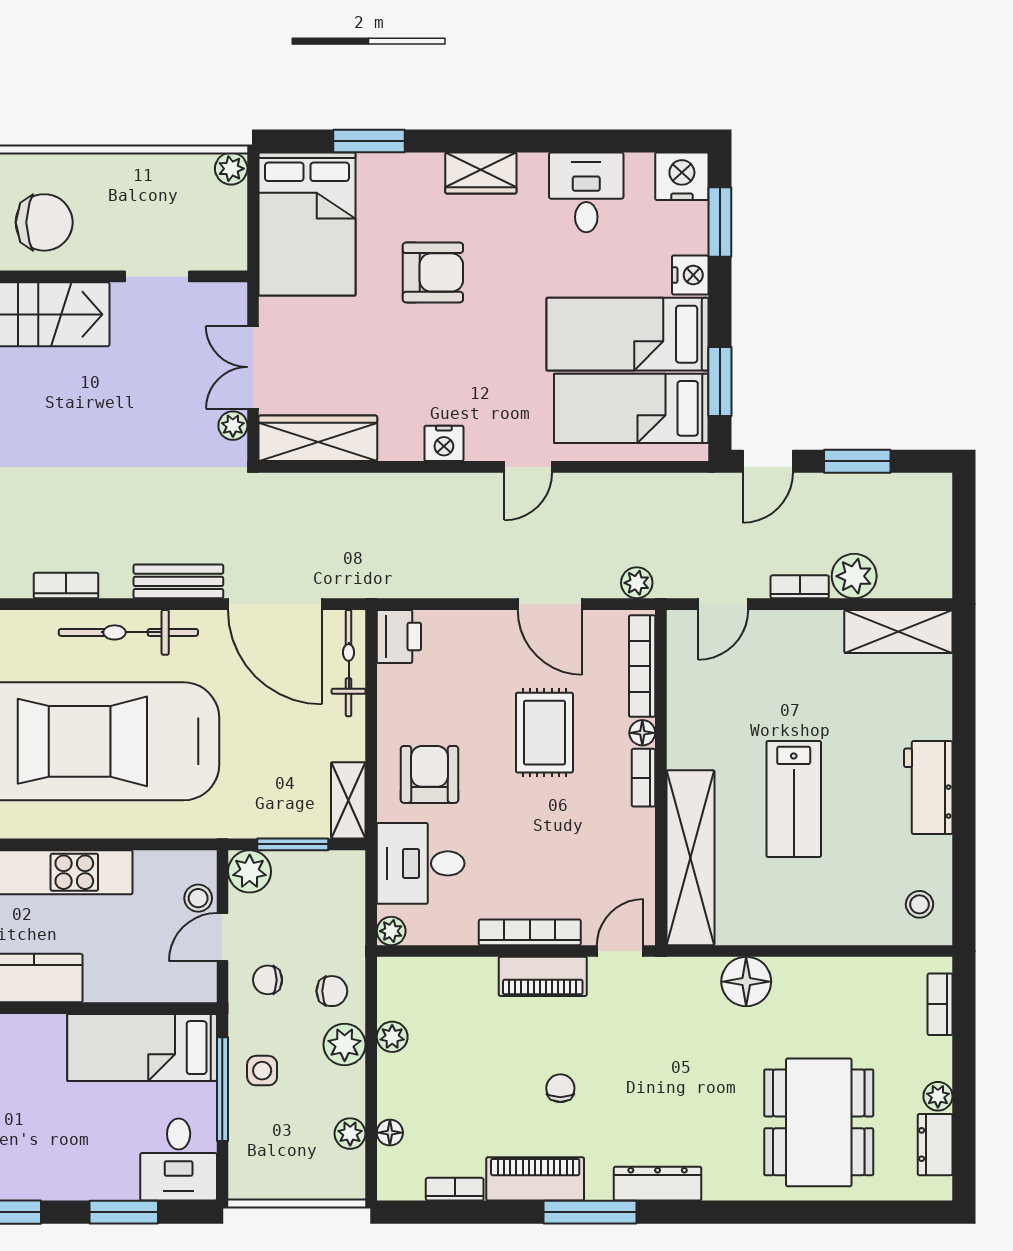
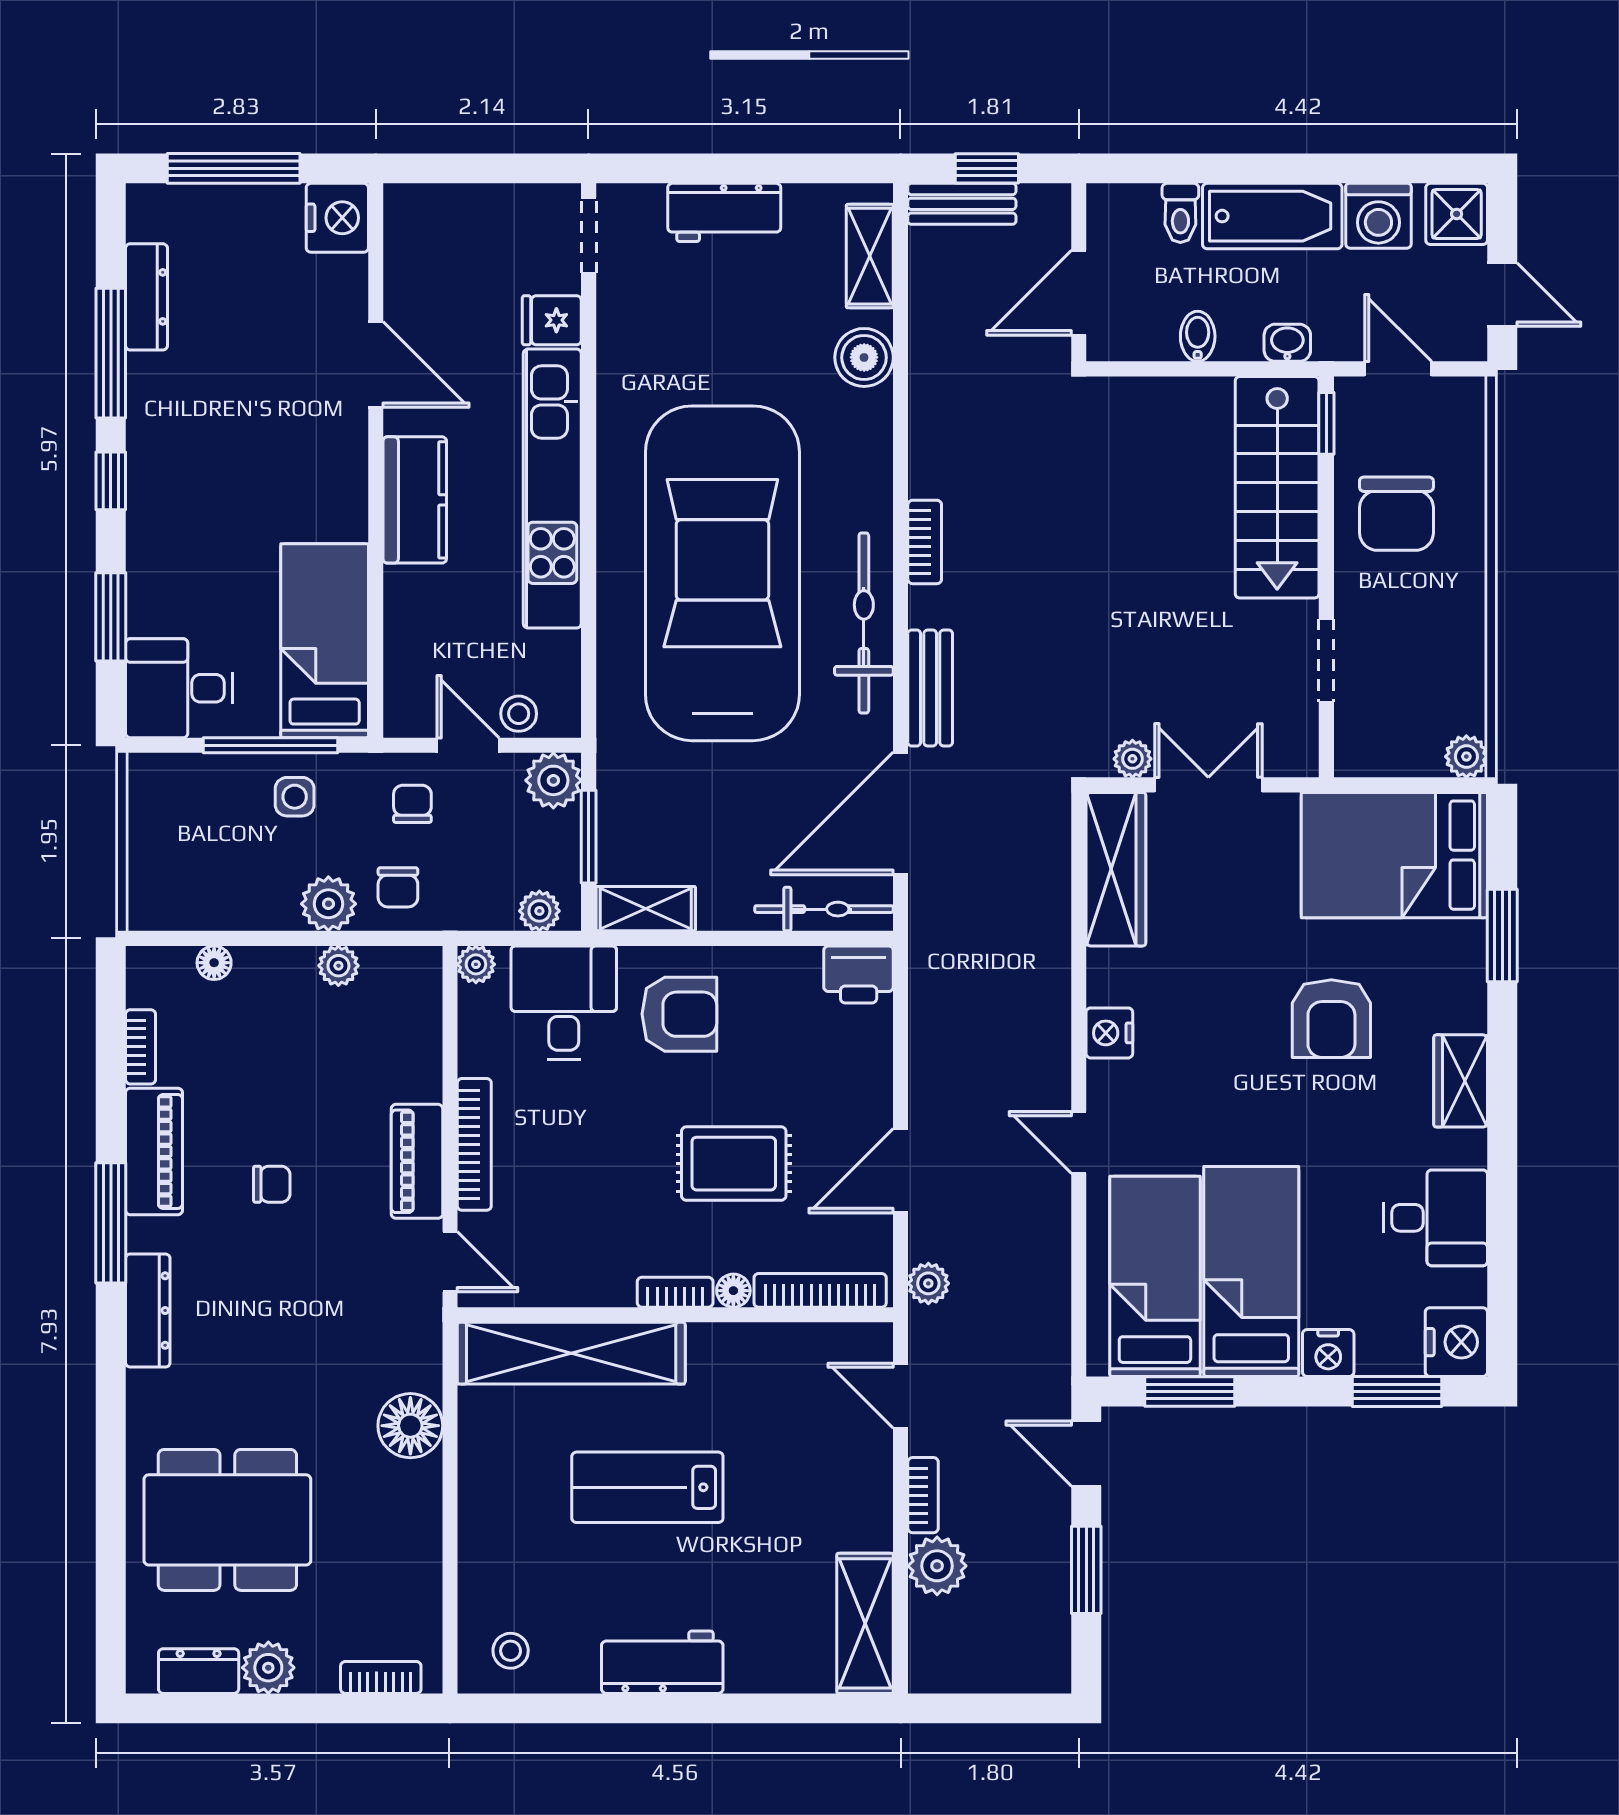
plant: (938, 1096) -> (268, 1668), width x1.38, depth x1.38
plant: (350, 1134) -> (539, 911), moved

